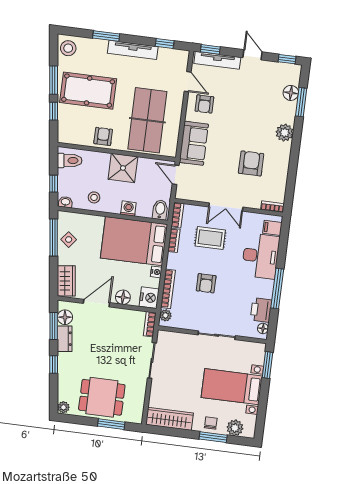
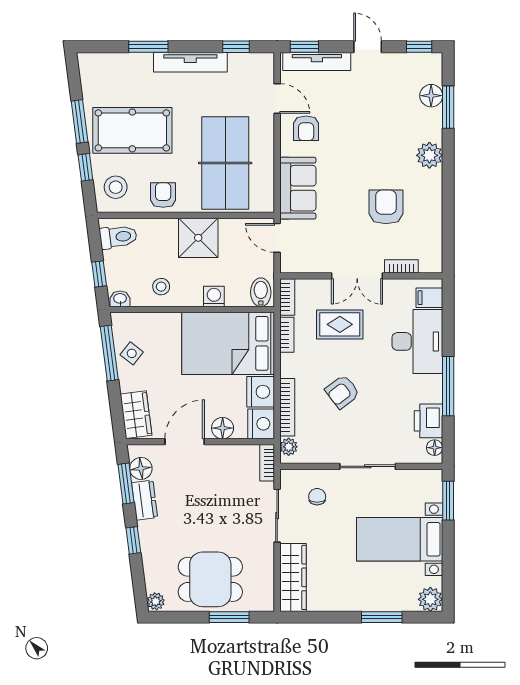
stool: (68, 48) -> (116, 187), moved
bookcase: (273, 207) -> (401, 266), moved
nightstand: (156, 272) -> (261, 392), width x1.89, depth x1.79
armchair: (206, 283) -> (342, 392), turned 53
wardrobe: (169, 419) -> (293, 577), moved, turned 90
chair: (211, 423) -> (317, 497), moved
plant: (235, 428) -> (430, 599), moved

